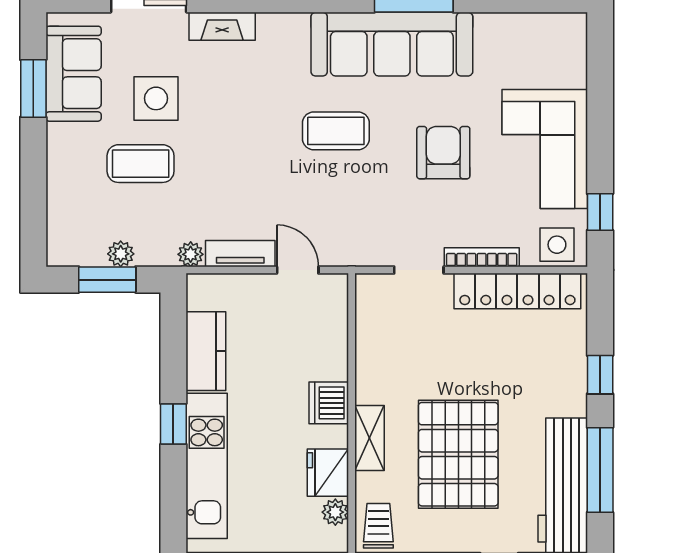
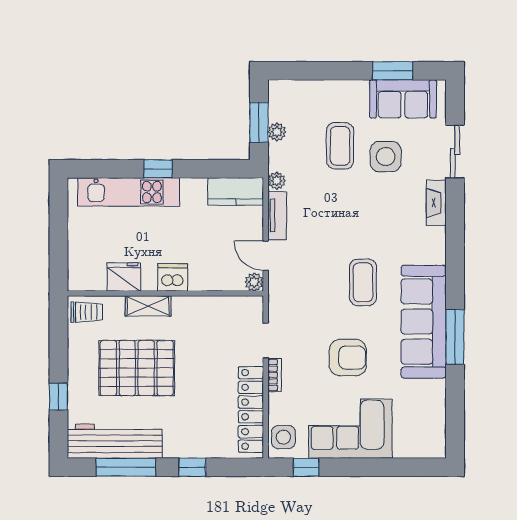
bookcase: (482, 257) -> (275, 375), width x0.64
door: (298, 270) -> (266, 256), swing flipped
kitchen counter: (206, 351) -> (236, 191), moved
plant: (335, 512) -> (254, 282), moved

